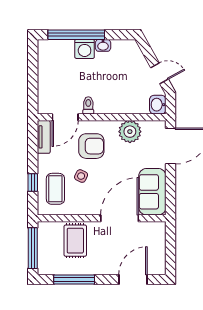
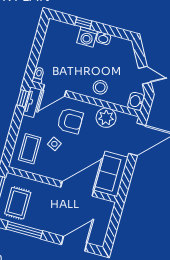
window: (76, 35) -> (83, 23), width x0.32
stool: (114, 100) -> (100, 87), added
toilet: (88, 105) -> (38, 75), moved
window: (33, 183) -> (23, 98), moved
rug: (75, 241) -> (18, 203), moved

